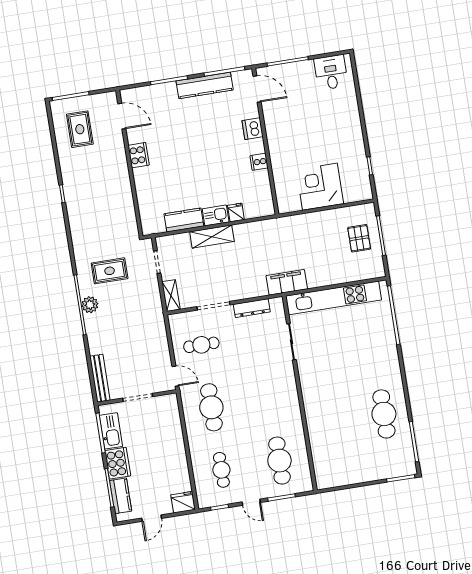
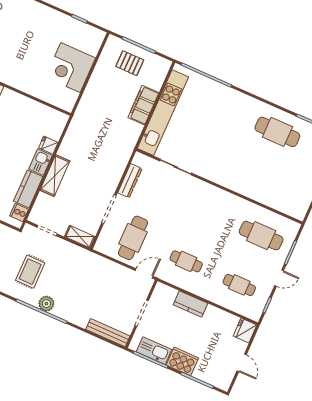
cooker: (259, 162) -> (19, 212), moved, turned 90
filing cabinet: (287, 282) -> (143, 105), moved
cafe table: (201, 345) -> (133, 238), width x1.37, depth x1.35
cafe table: (211, 407) -> (186, 261), width x0.73, depth x0.74
kitchen counter: (121, 496) -> (190, 304), moved, turned 180

